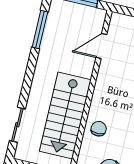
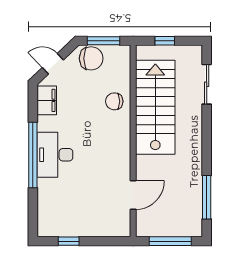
chair: (99, 129) -> (114, 101), turned 90

